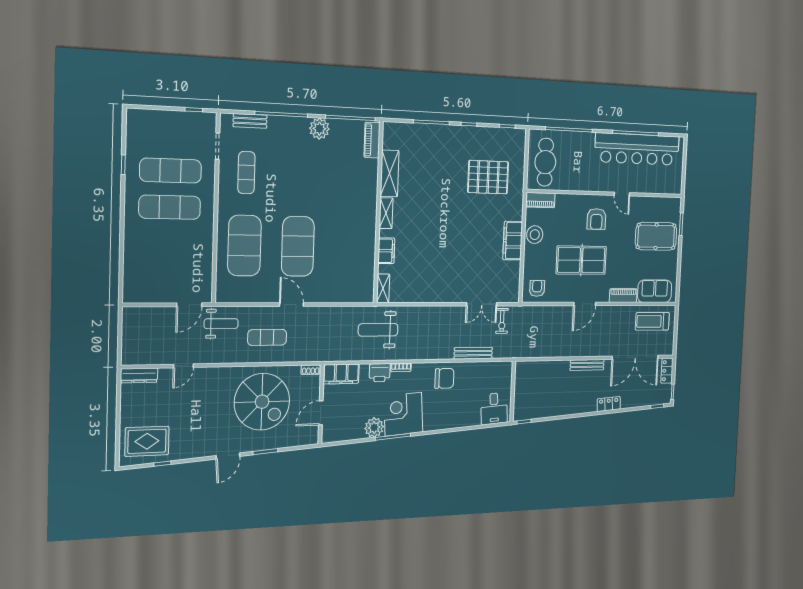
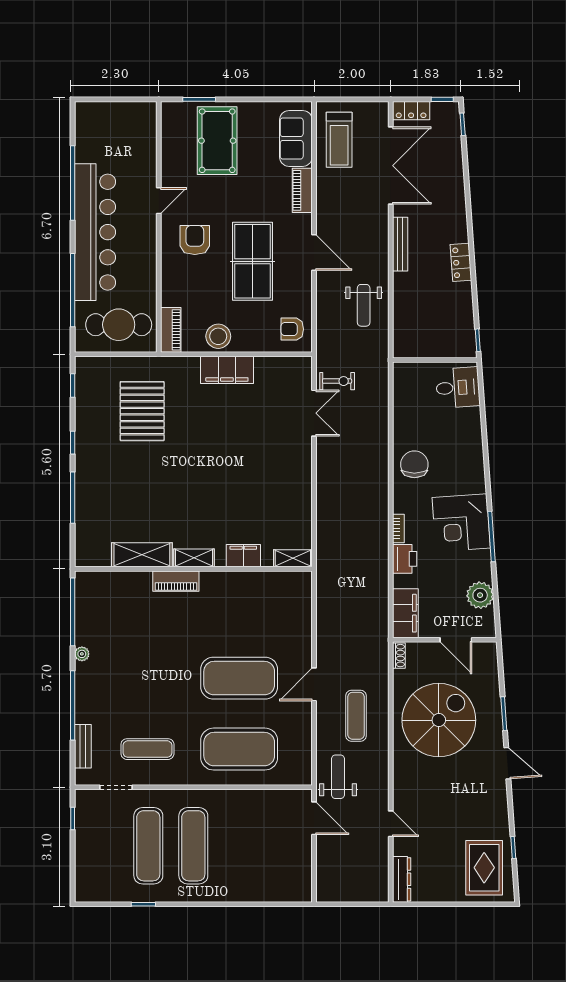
plant: (319, 129) -> (82, 654), width x0.53, depth x0.53
piano: (372, 140) -> (176, 581), moved
bar counter: (637, 149) -> (95, 232), moved
armchair: (596, 219) -> (195, 240), turned -90
weight bench: (378, 330) -> (364, 305), moved, width x0.73, depth x0.75
bench: (473, 353) -> (381, 423), removed
locker: (609, 404) -> (461, 262), moved
plant: (374, 427) -> (480, 595), moved

